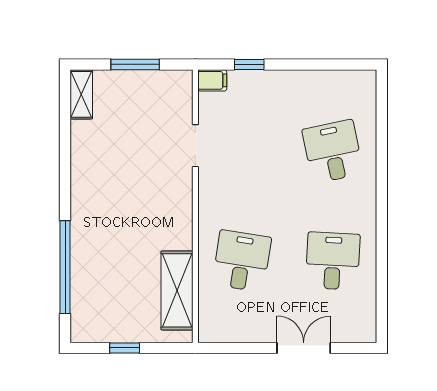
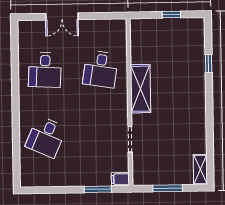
window: (249, 64) -> (98, 189), width x1.50
desk: (333, 152) -> (46, 137), turned 36
window: (65, 267) -> (209, 64), width x0.32
shelving: (177, 290) -> (141, 89), moved

